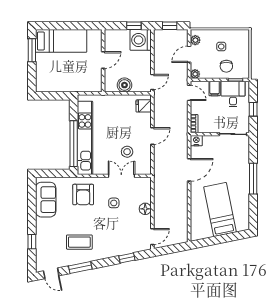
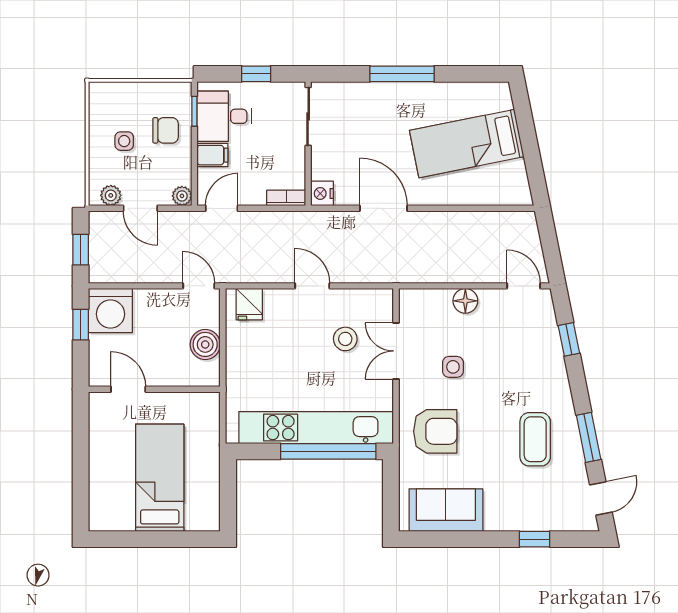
bed: (61, 41) -> (160, 478), moved
window: (32, 50) -> (132, 539), removed
door: (103, 60) -> (128, 389), moved

